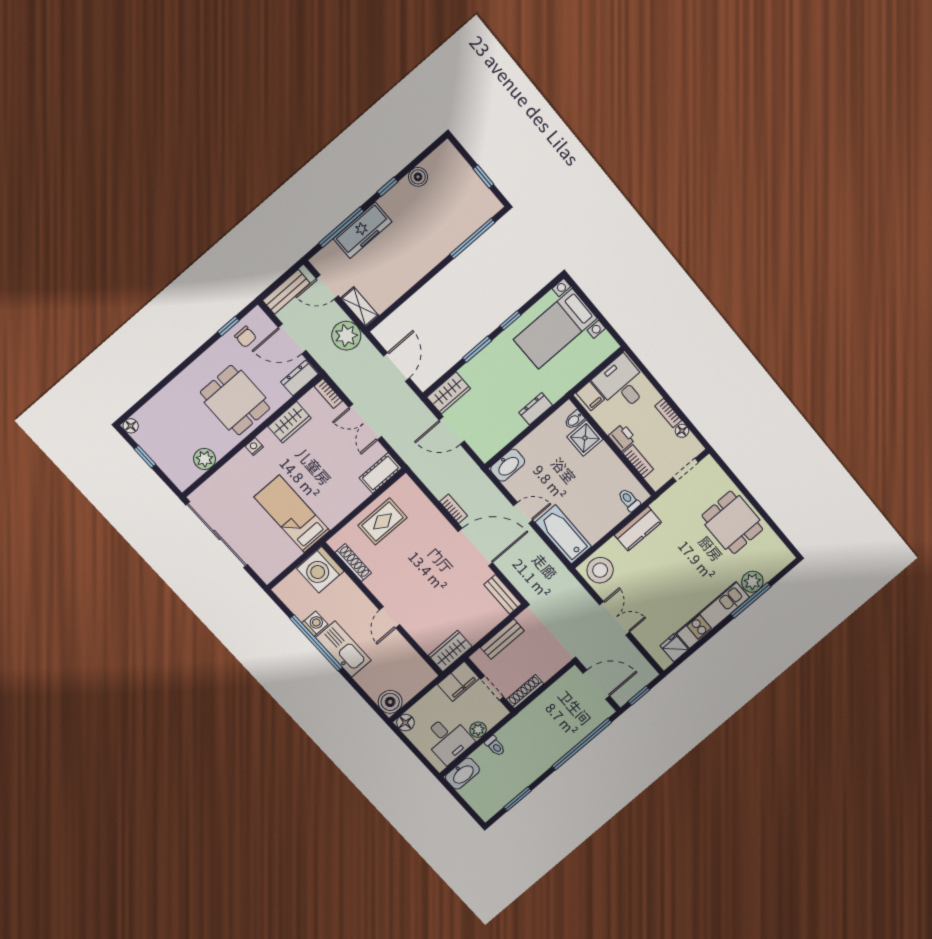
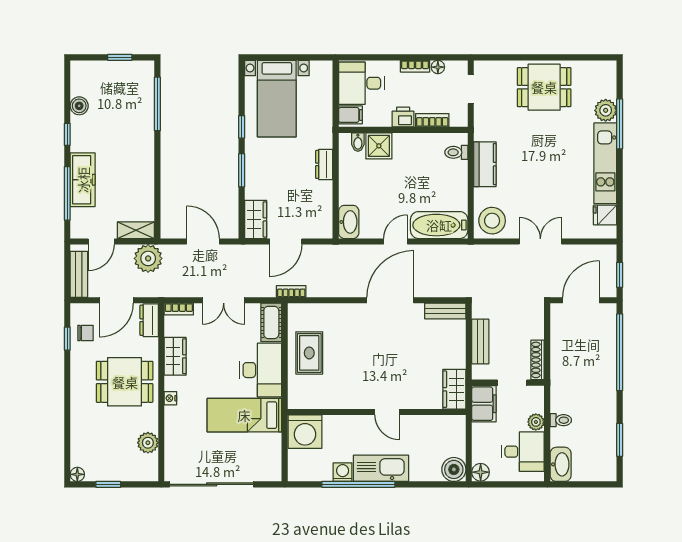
desk: (337, 496) -> (261, 370), added
bookcase: (453, 509) -> (291, 291), moved
shoe rack: (353, 563) -> (321, 402), removed

